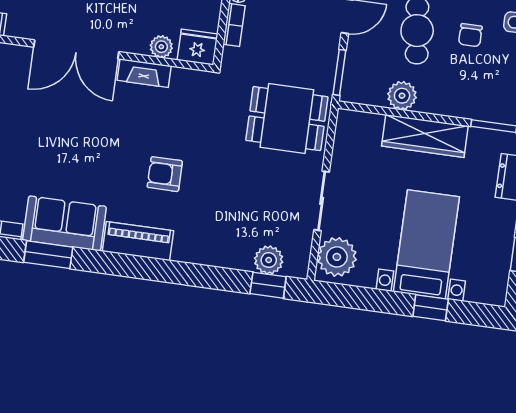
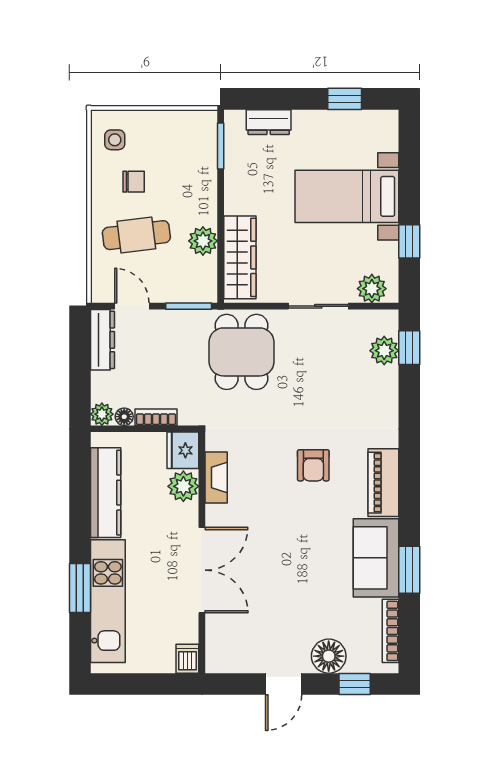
plant: (161, 47) -> (183, 486), width x1.38, depth x1.38
fireplace: (144, 73) -> (216, 477), moved
wardrobe: (425, 136) -> (240, 257), moved
plant: (337, 257) -> (372, 289), width x0.73, depth x0.73
window: (431, 308) -> (409, 241), moved

